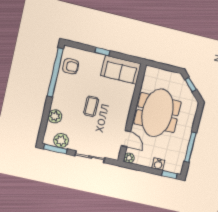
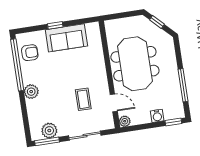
sofa: (121, 70) -> (66, 38), moved
coffee table: (91, 106) -> (83, 99), moved
plant: (55, 116) -> (31, 92), moved

